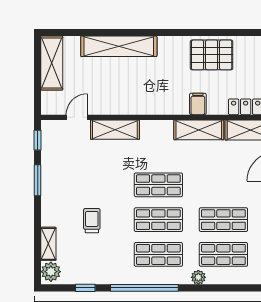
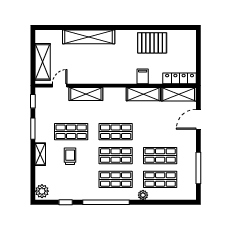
shelving: (52, 63) -> (43, 62), moved
shop shelf: (93, 185) -> (71, 132), added
shelving: (48, 244) -> (40, 154), moved

